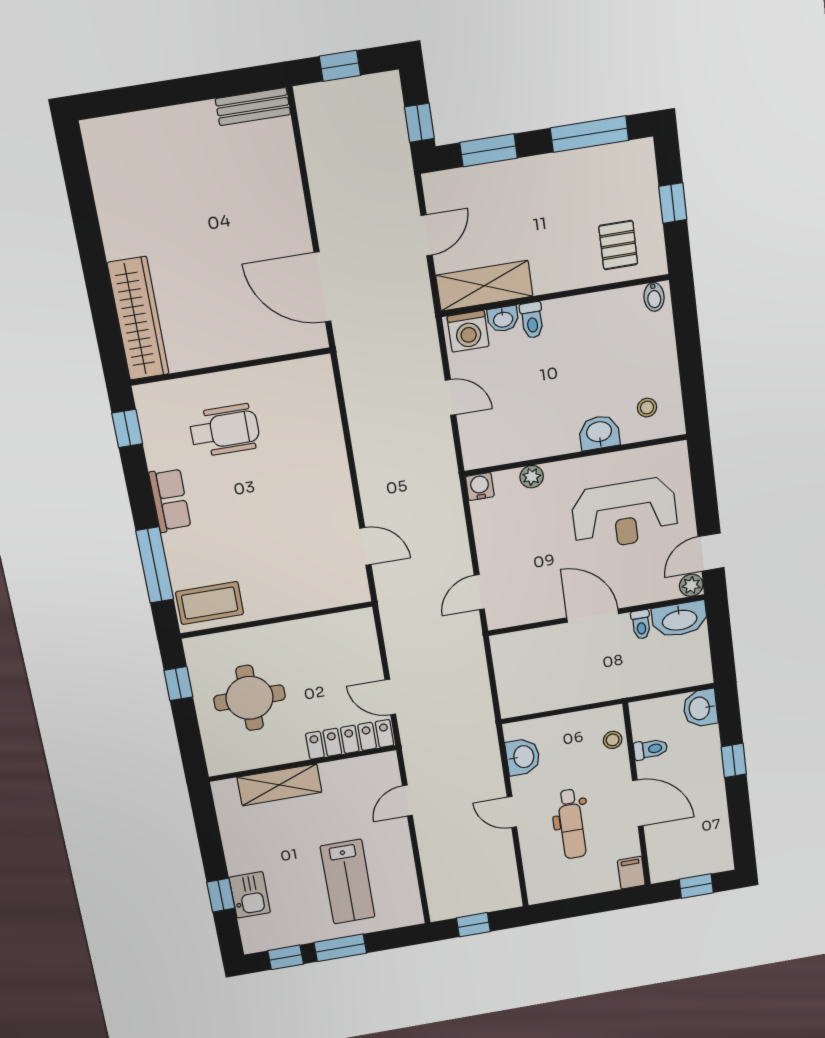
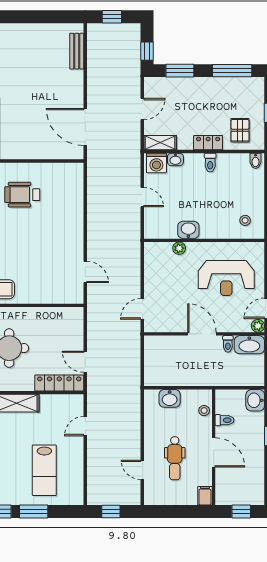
bench: (253, 107) -> (77, 51), moved, turned 90
locker: (561, 278) -> (208, 143), added
shelving: (484, 286) -> (160, 143), width x0.67, depth x0.75
toilet: (532, 320) -> (210, 163), moved
wheelchair: (225, 430) -> (22, 195), turned 180
washbasin: (599, 433) -> (188, 230), moved
water cooler: (480, 486) -> (151, 249), removed
washbasin: (523, 757) -> (170, 398), moved, turned 90
door: (512, 812) -> (142, 470), moved

